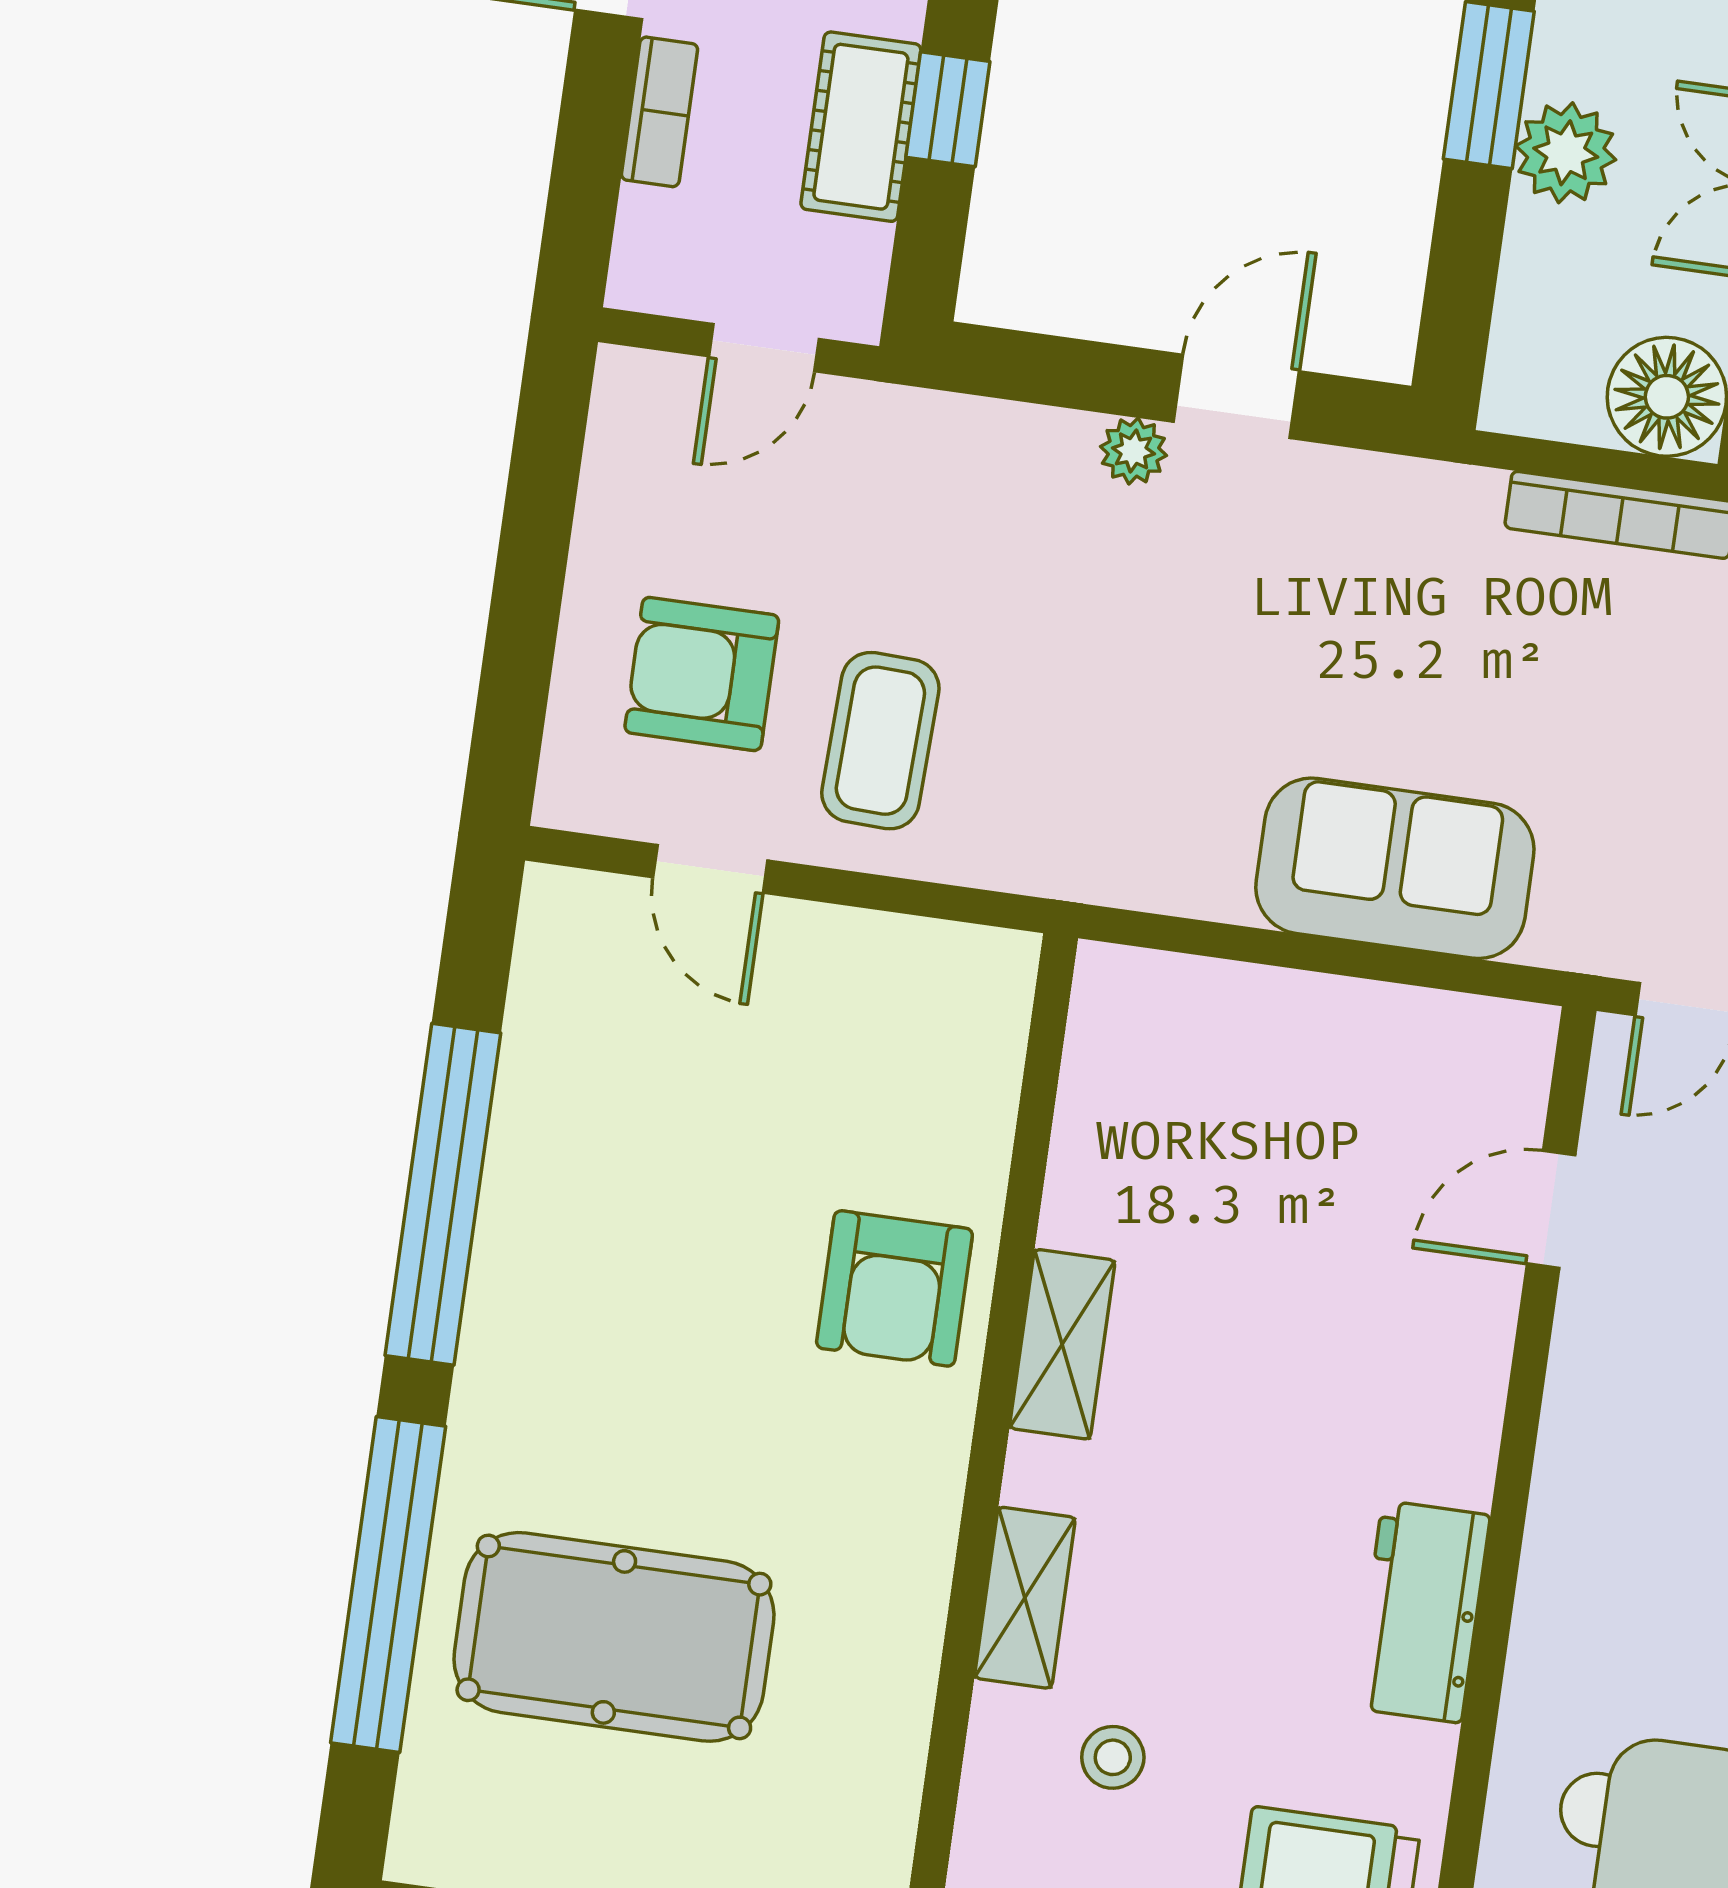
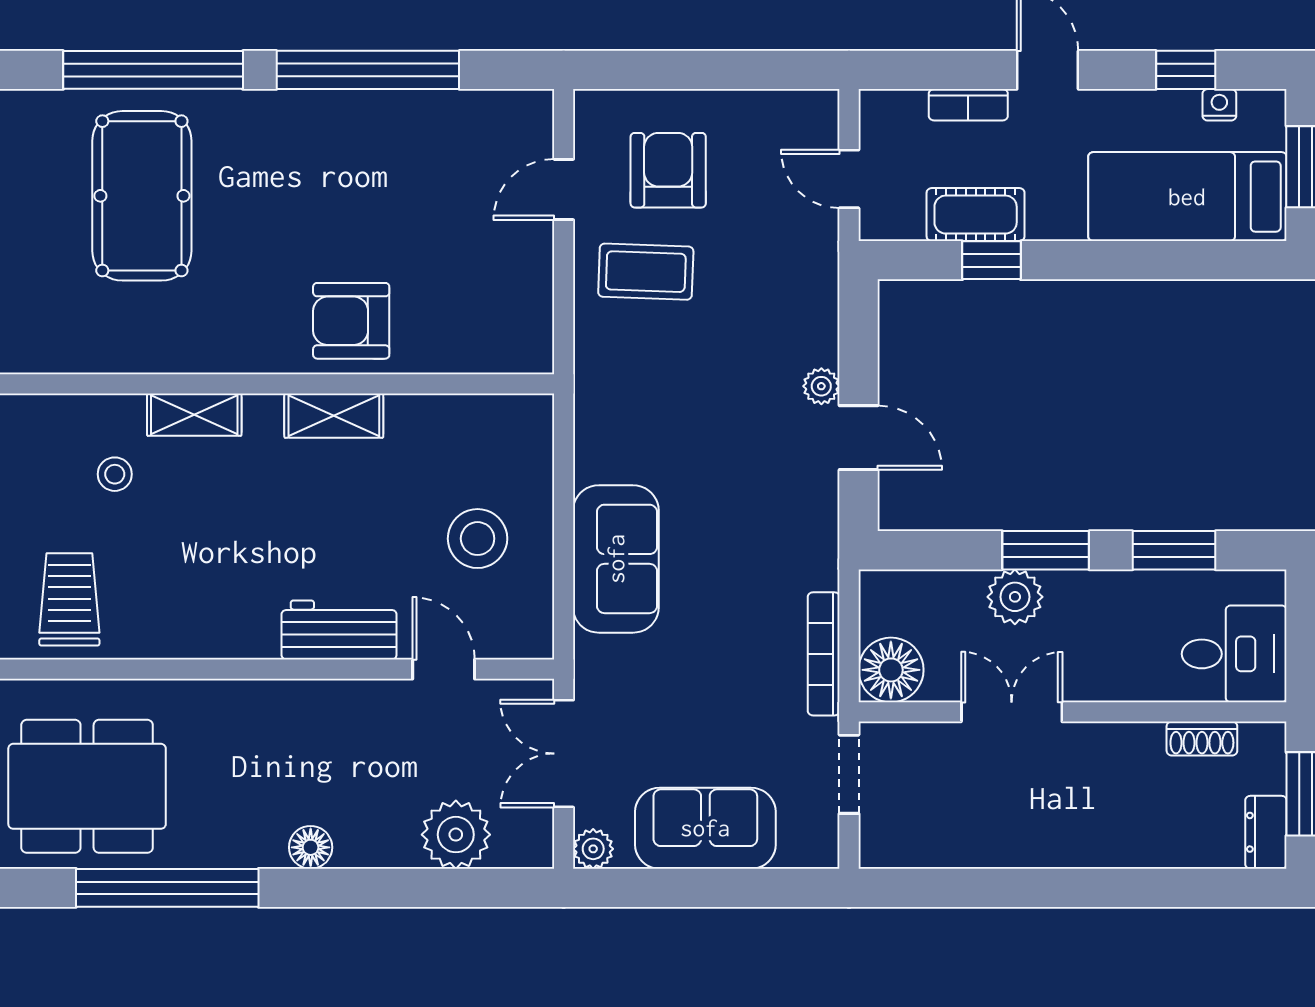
stool: (1322, 1114) -> (478, 539), added
workbench: (1422, 1612) -> (339, 630), moved

